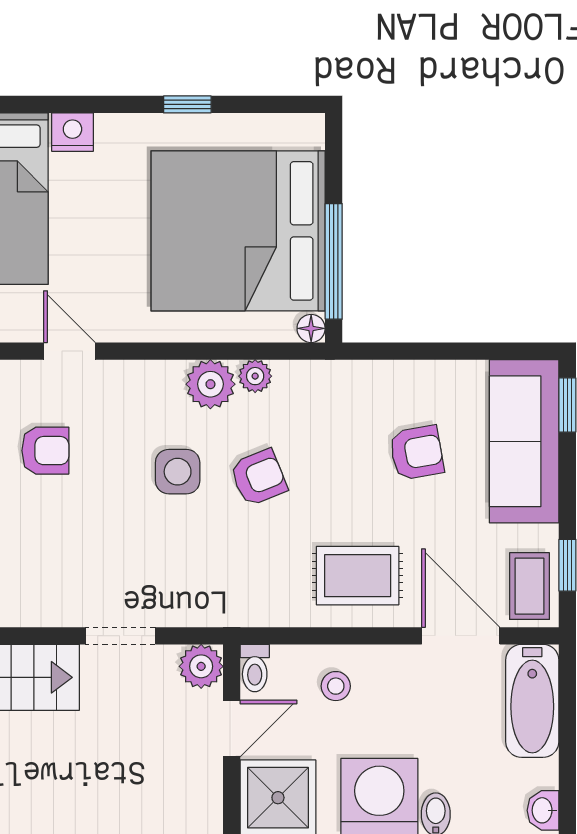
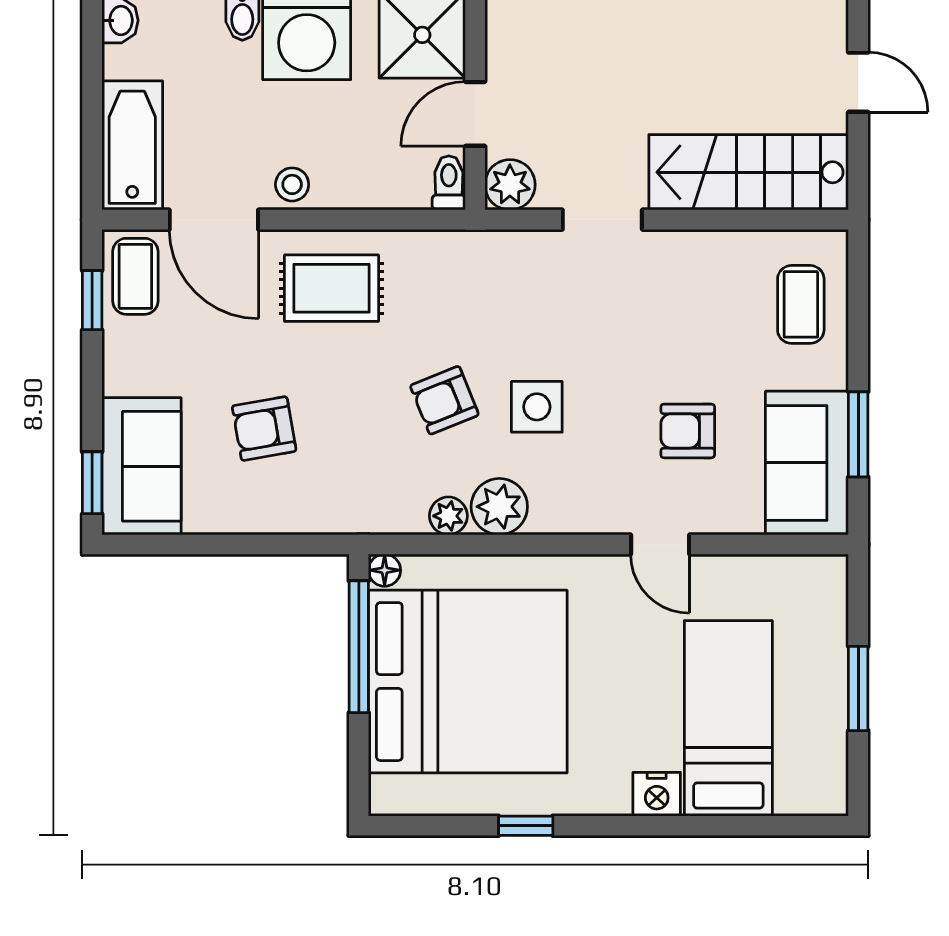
sofa: (524, 441) -> (141, 466), width x0.73
stool: (336, 686) -> (292, 184), moved

